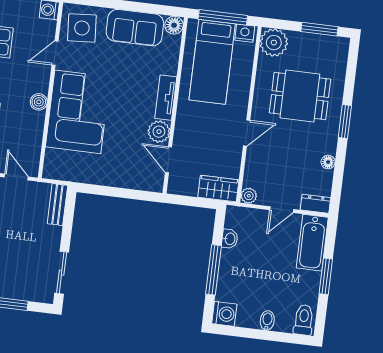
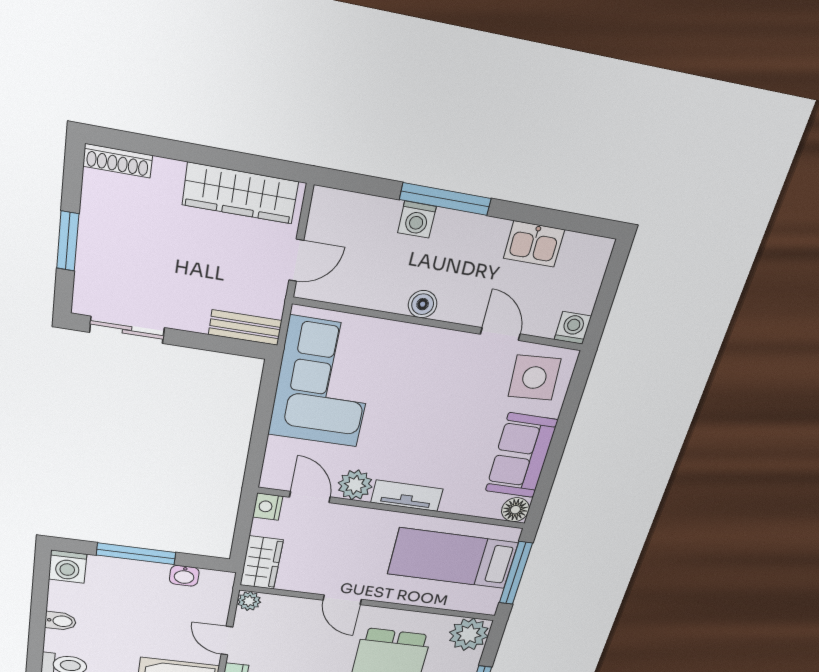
nightstand: (245, 33) -> (268, 507), moved, turned 180
corner sofa: (78, 112) -> (324, 383), moved, turned -90
door: (169, 160) -> (310, 497), hinge flipped

